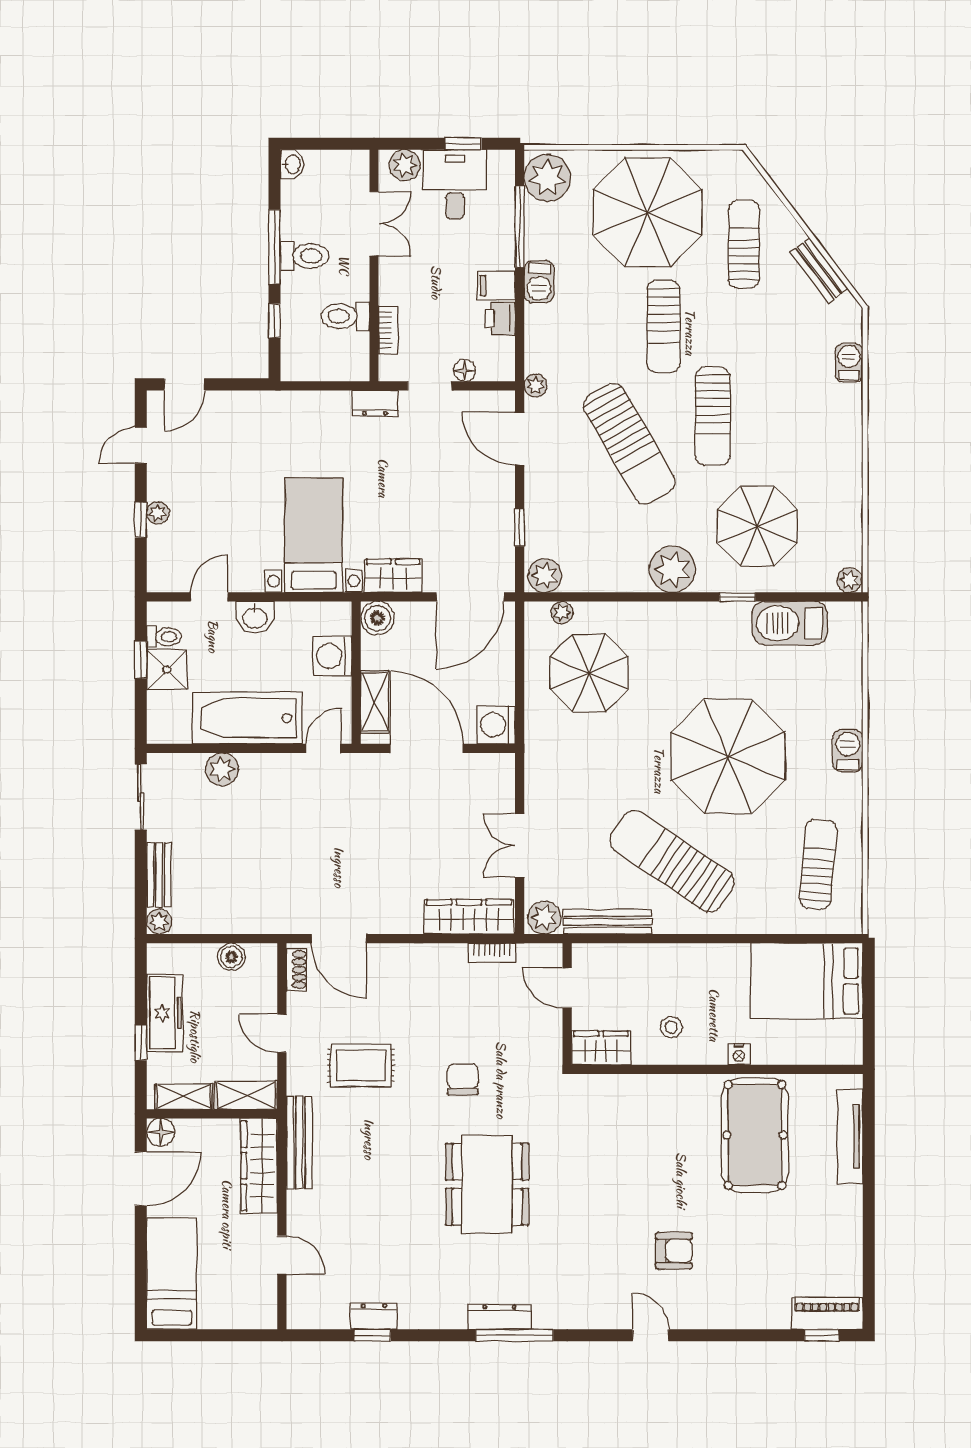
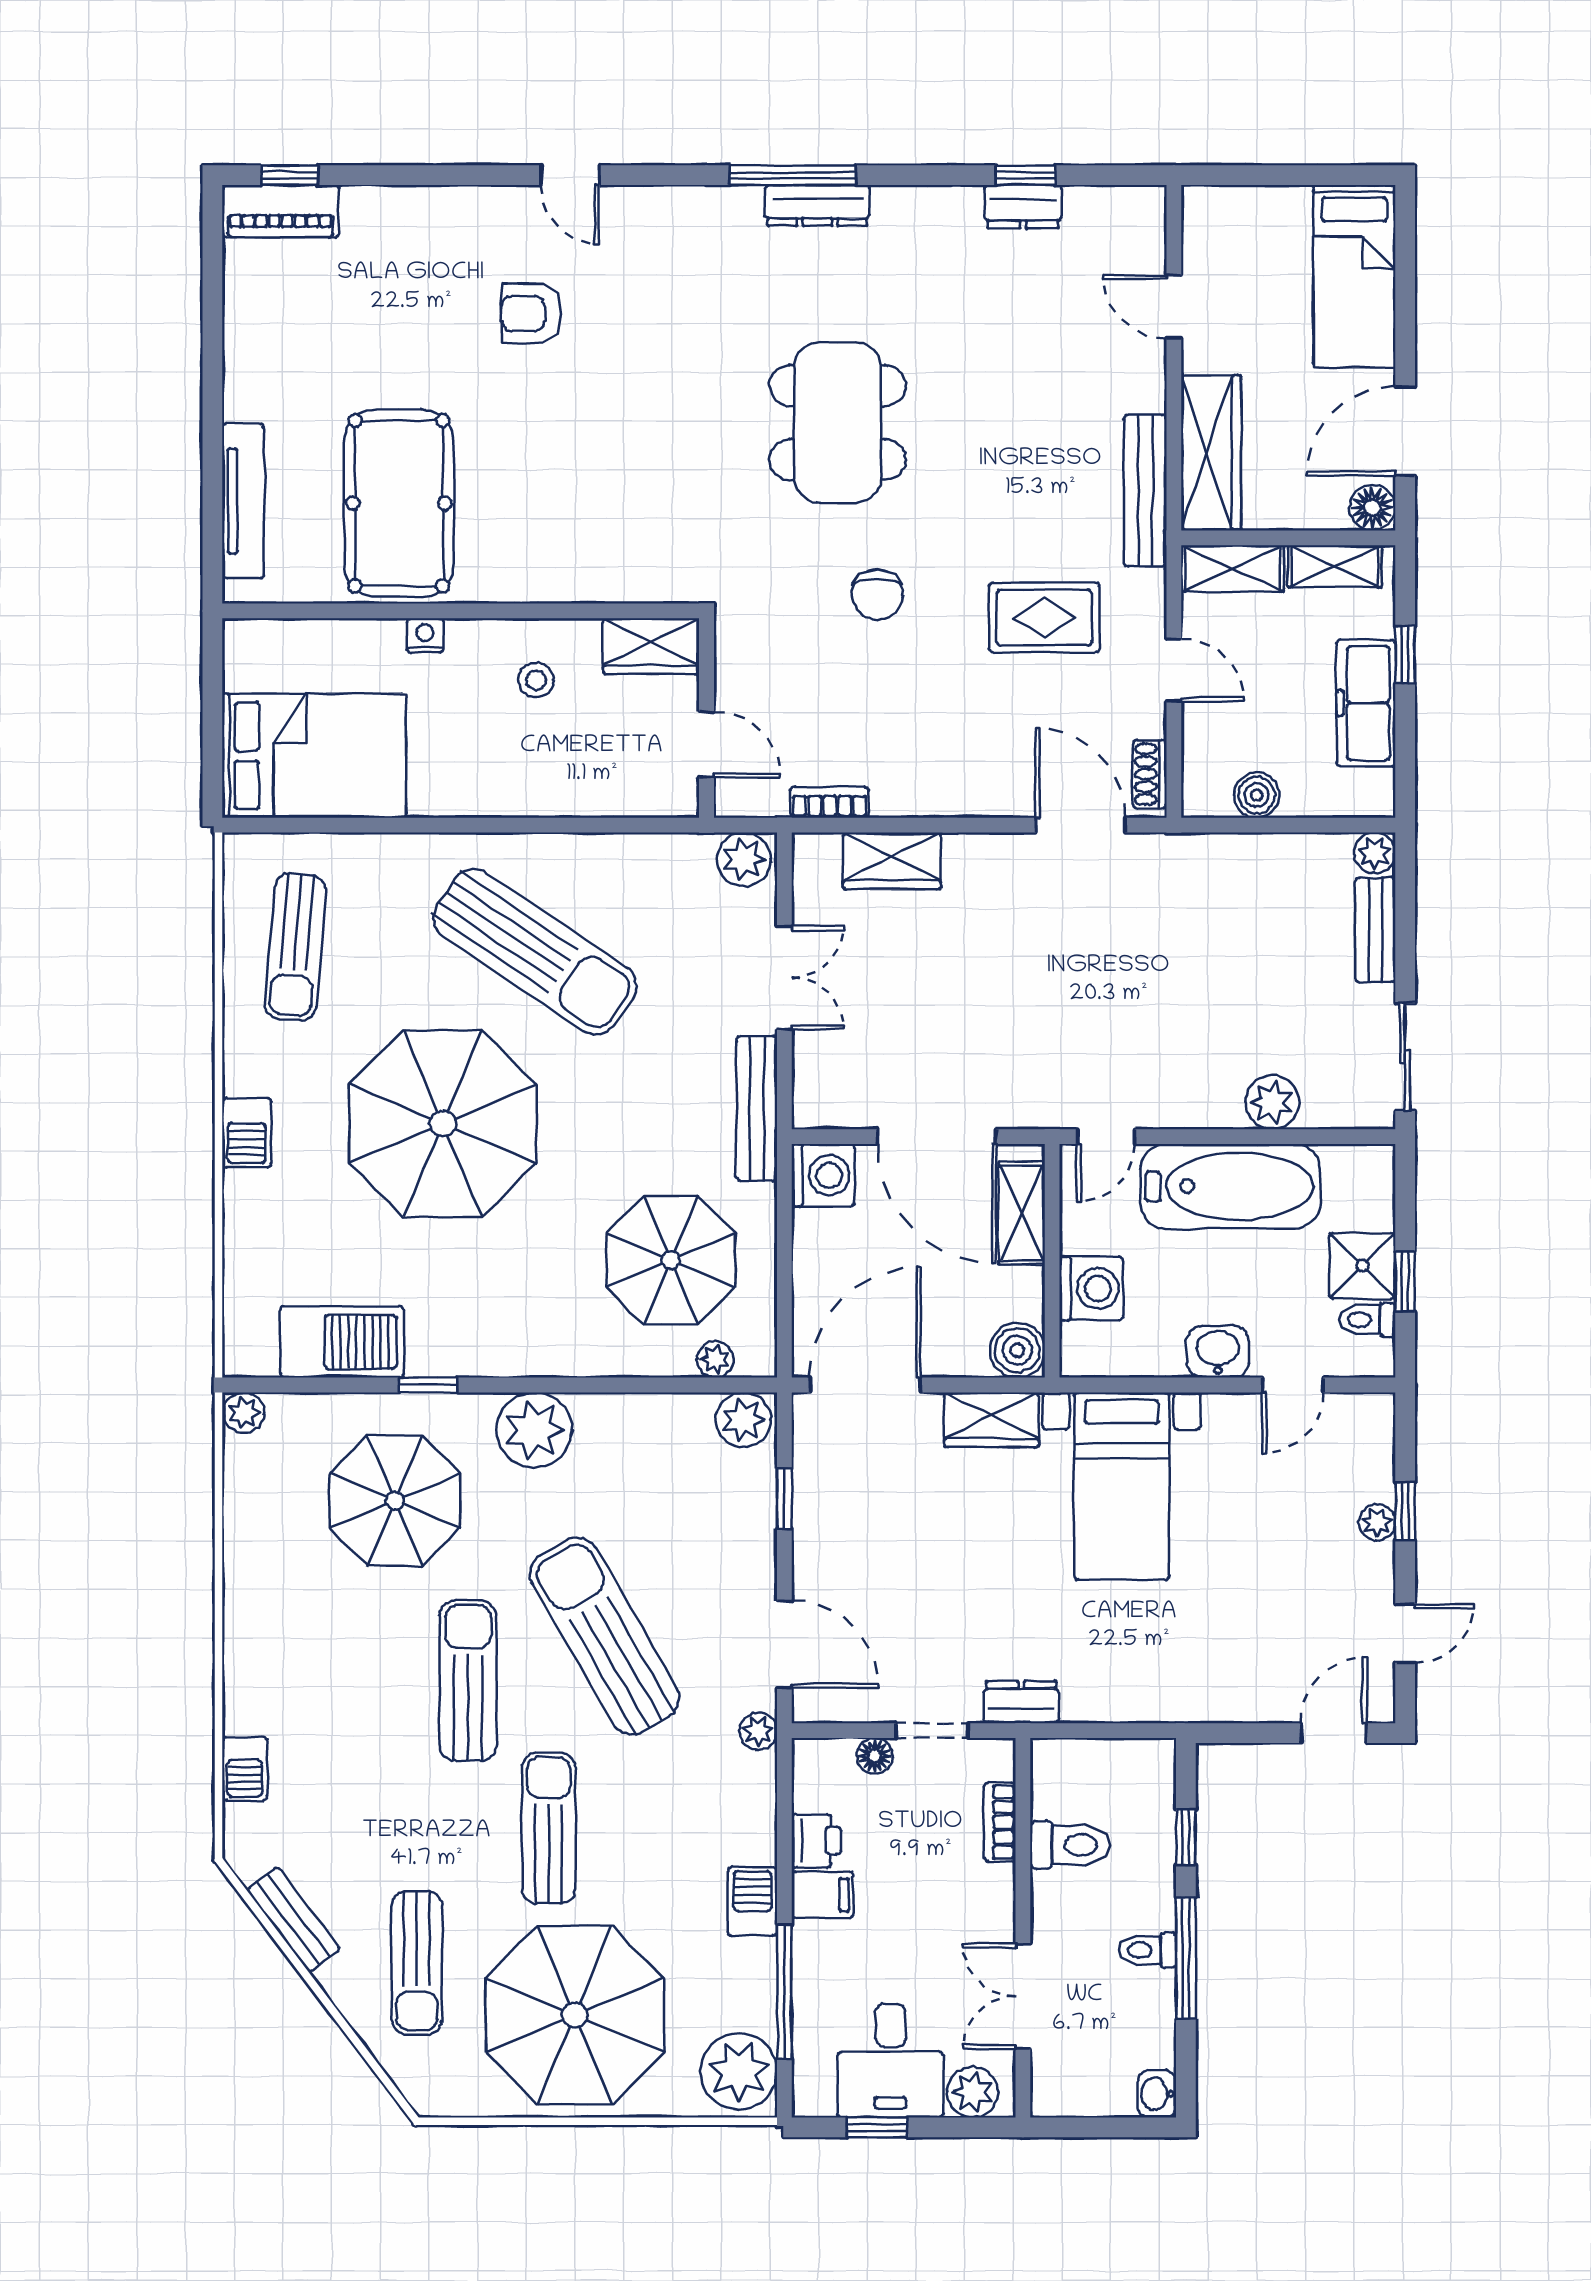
toilet: (305, 256) -> (1148, 1950), width x0.73, depth x0.72
wardrobe: (469, 917) -> (892, 861), width x0.67
bench: (607, 922) -> (757, 1109), moved, turned 90

